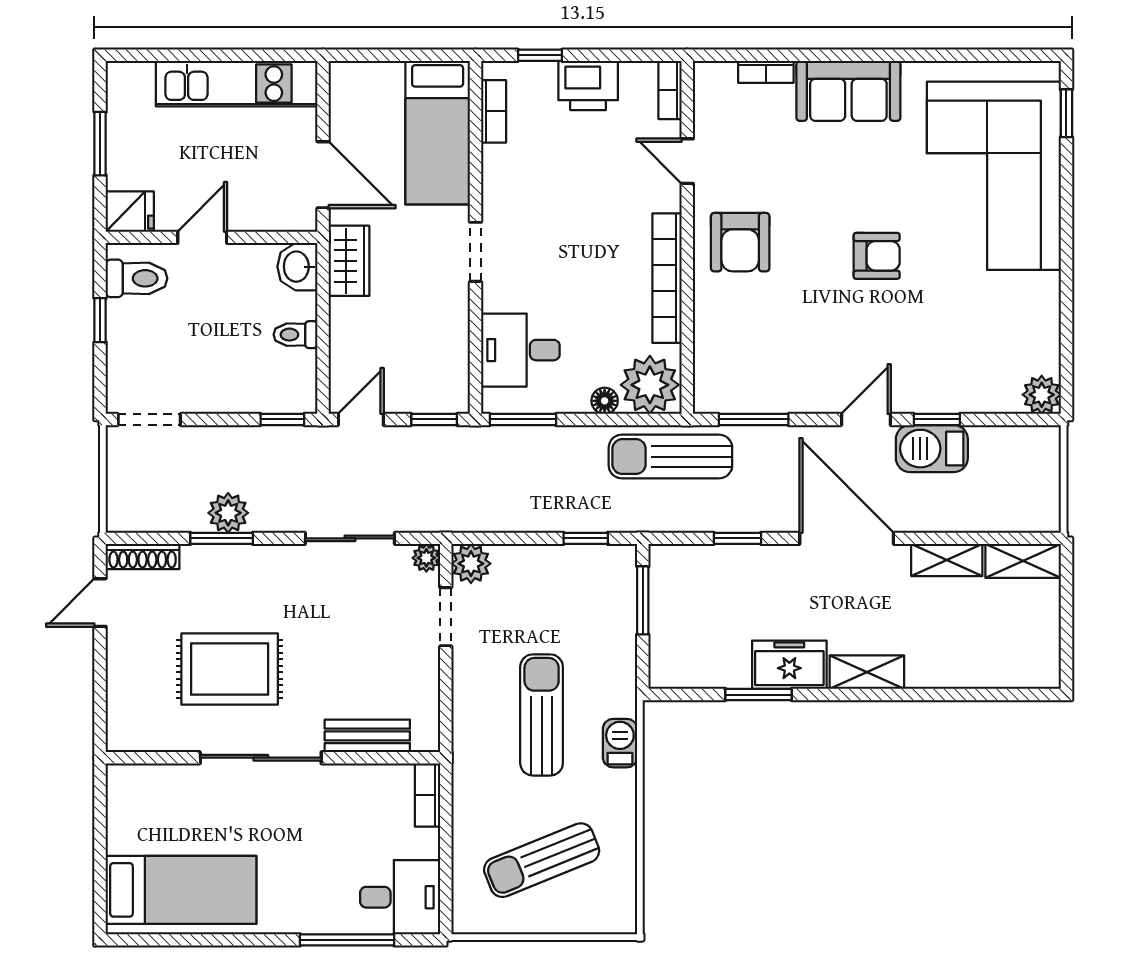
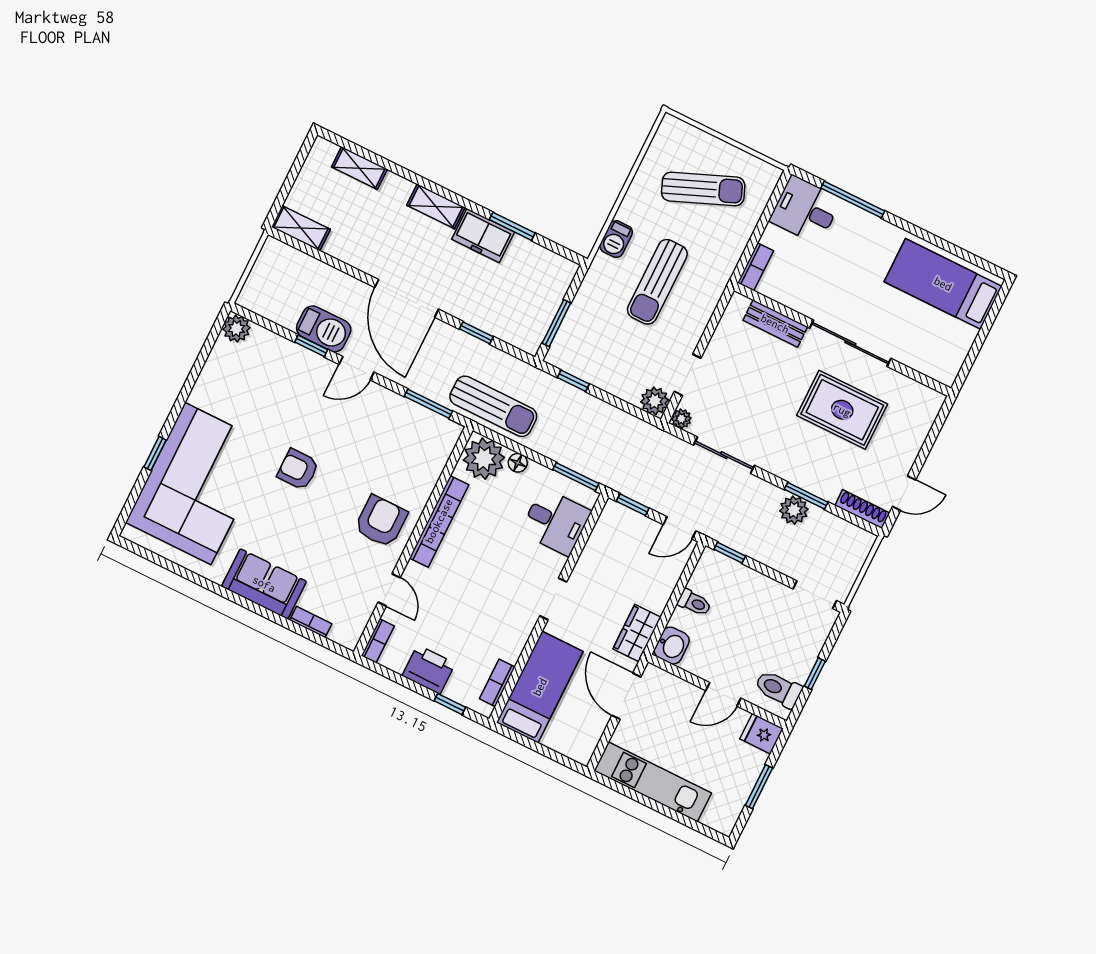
window: (1066, 113) -> (155, 453), moved
shelving: (947, 560) -> (359, 168), moved

